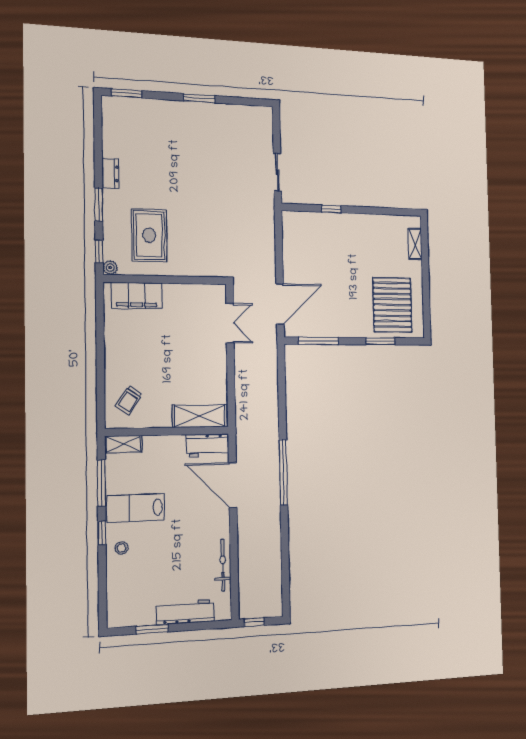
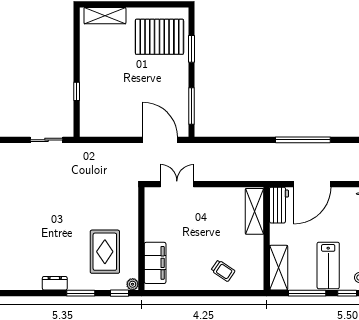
rug: (149, 235) -> (105, 252), turned 90
shelving: (415, 244) -> (105, 16), width x1.50, depth x1.33
trolley: (129, 400) -> (223, 271), moved
shelving: (123, 444) -> (279, 268), width x1.50, depth x1.33

